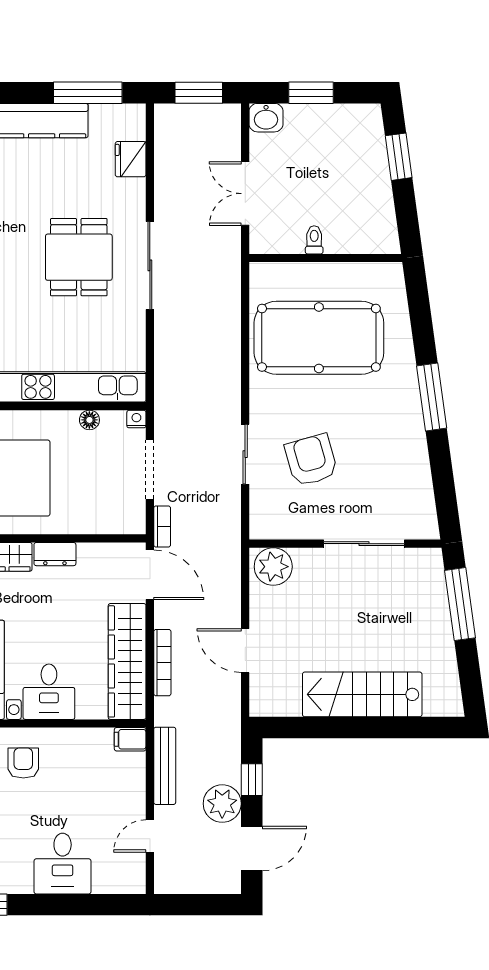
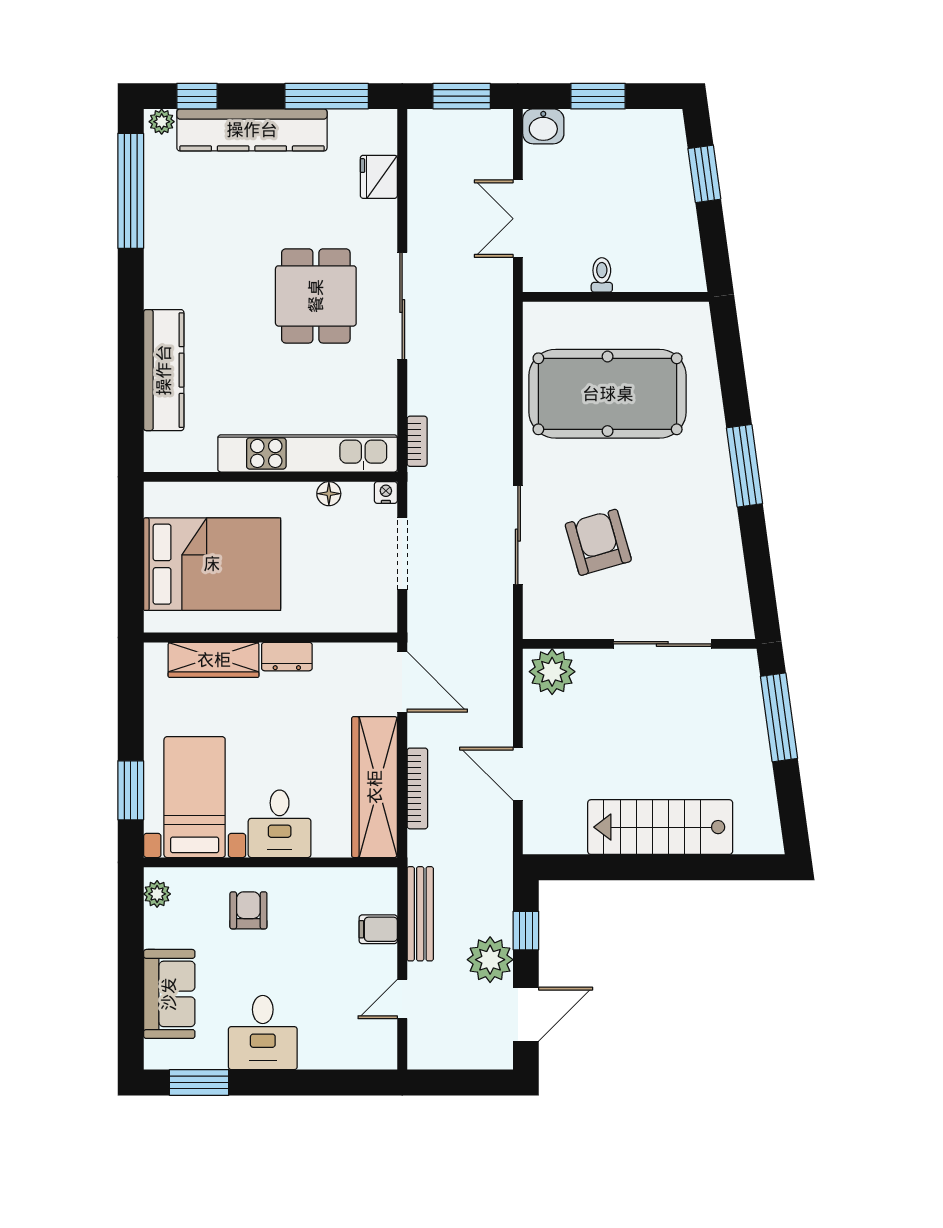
sliding door: (245, 454) -> (518, 535), width x1.37
bookcase: (162, 526) -> (417, 441), moved
filing cabinet: (130, 739) -> (378, 929), moved
desk: (63, 864) -> (263, 1033), moved

